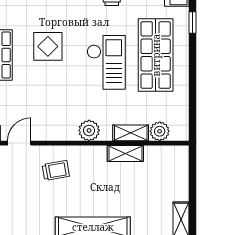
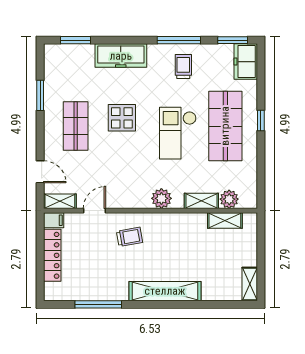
window: (193, 23) -> (261, 121), moved
checkout: (106, 62) -> (178, 133), turned 180
shelving: (125, 153) -> (225, 220), moved

